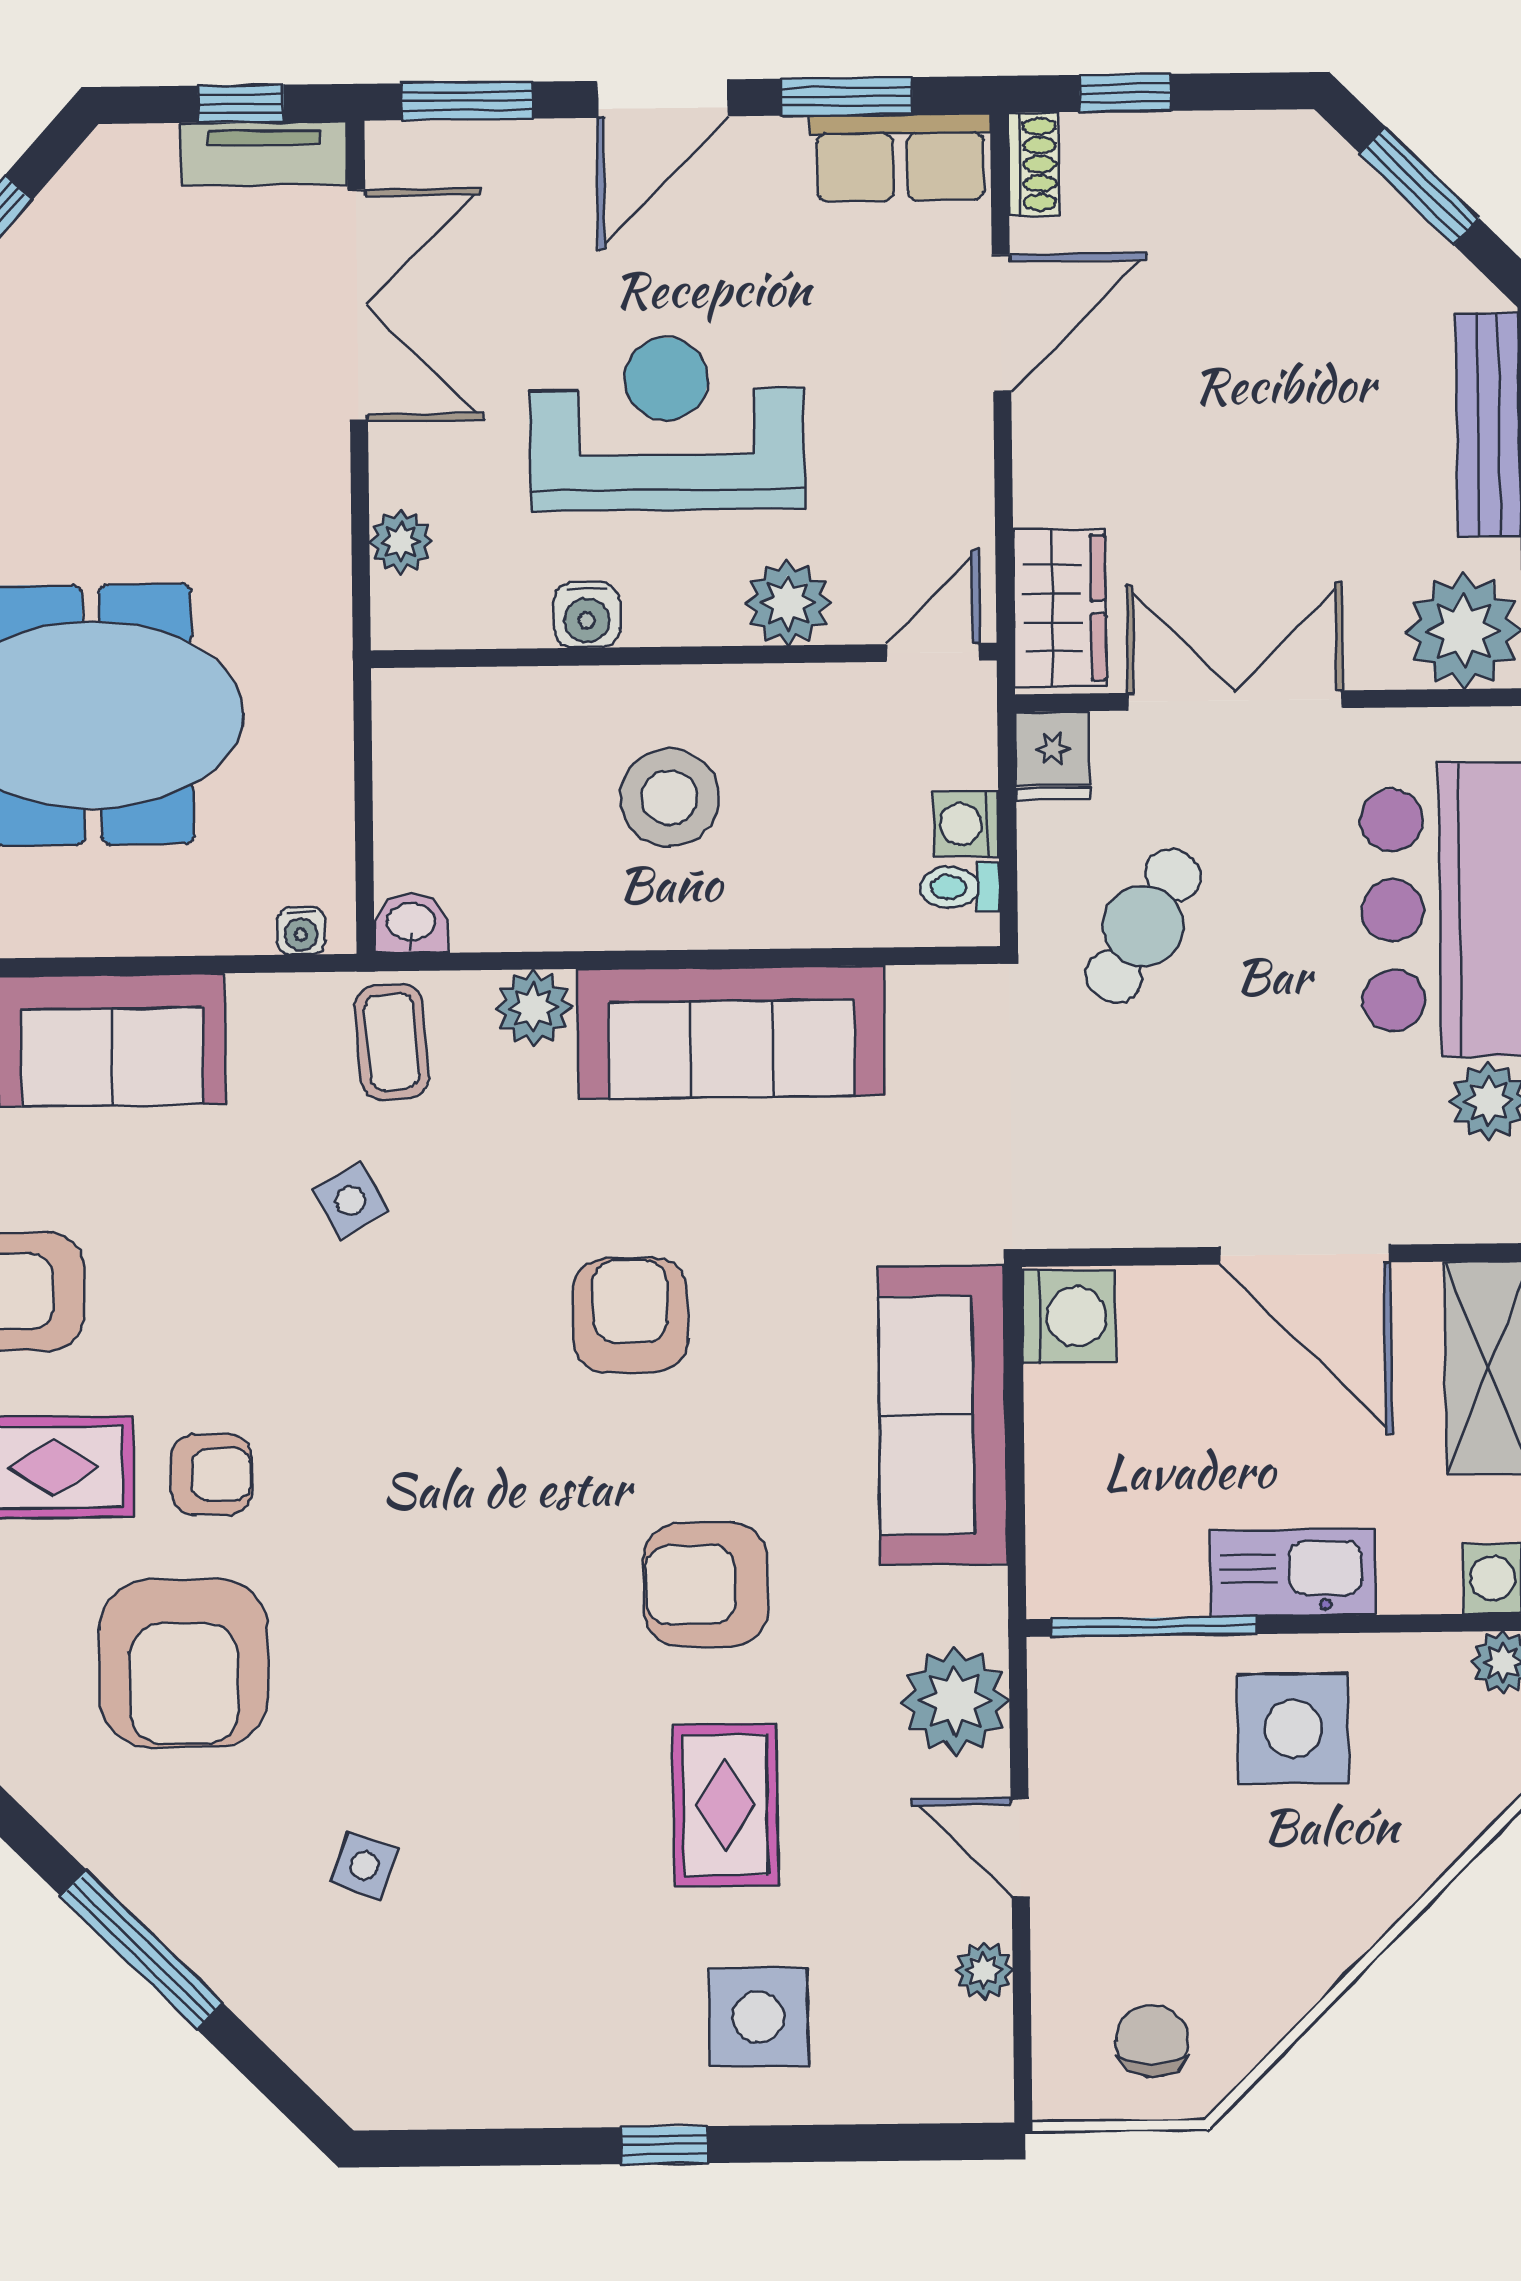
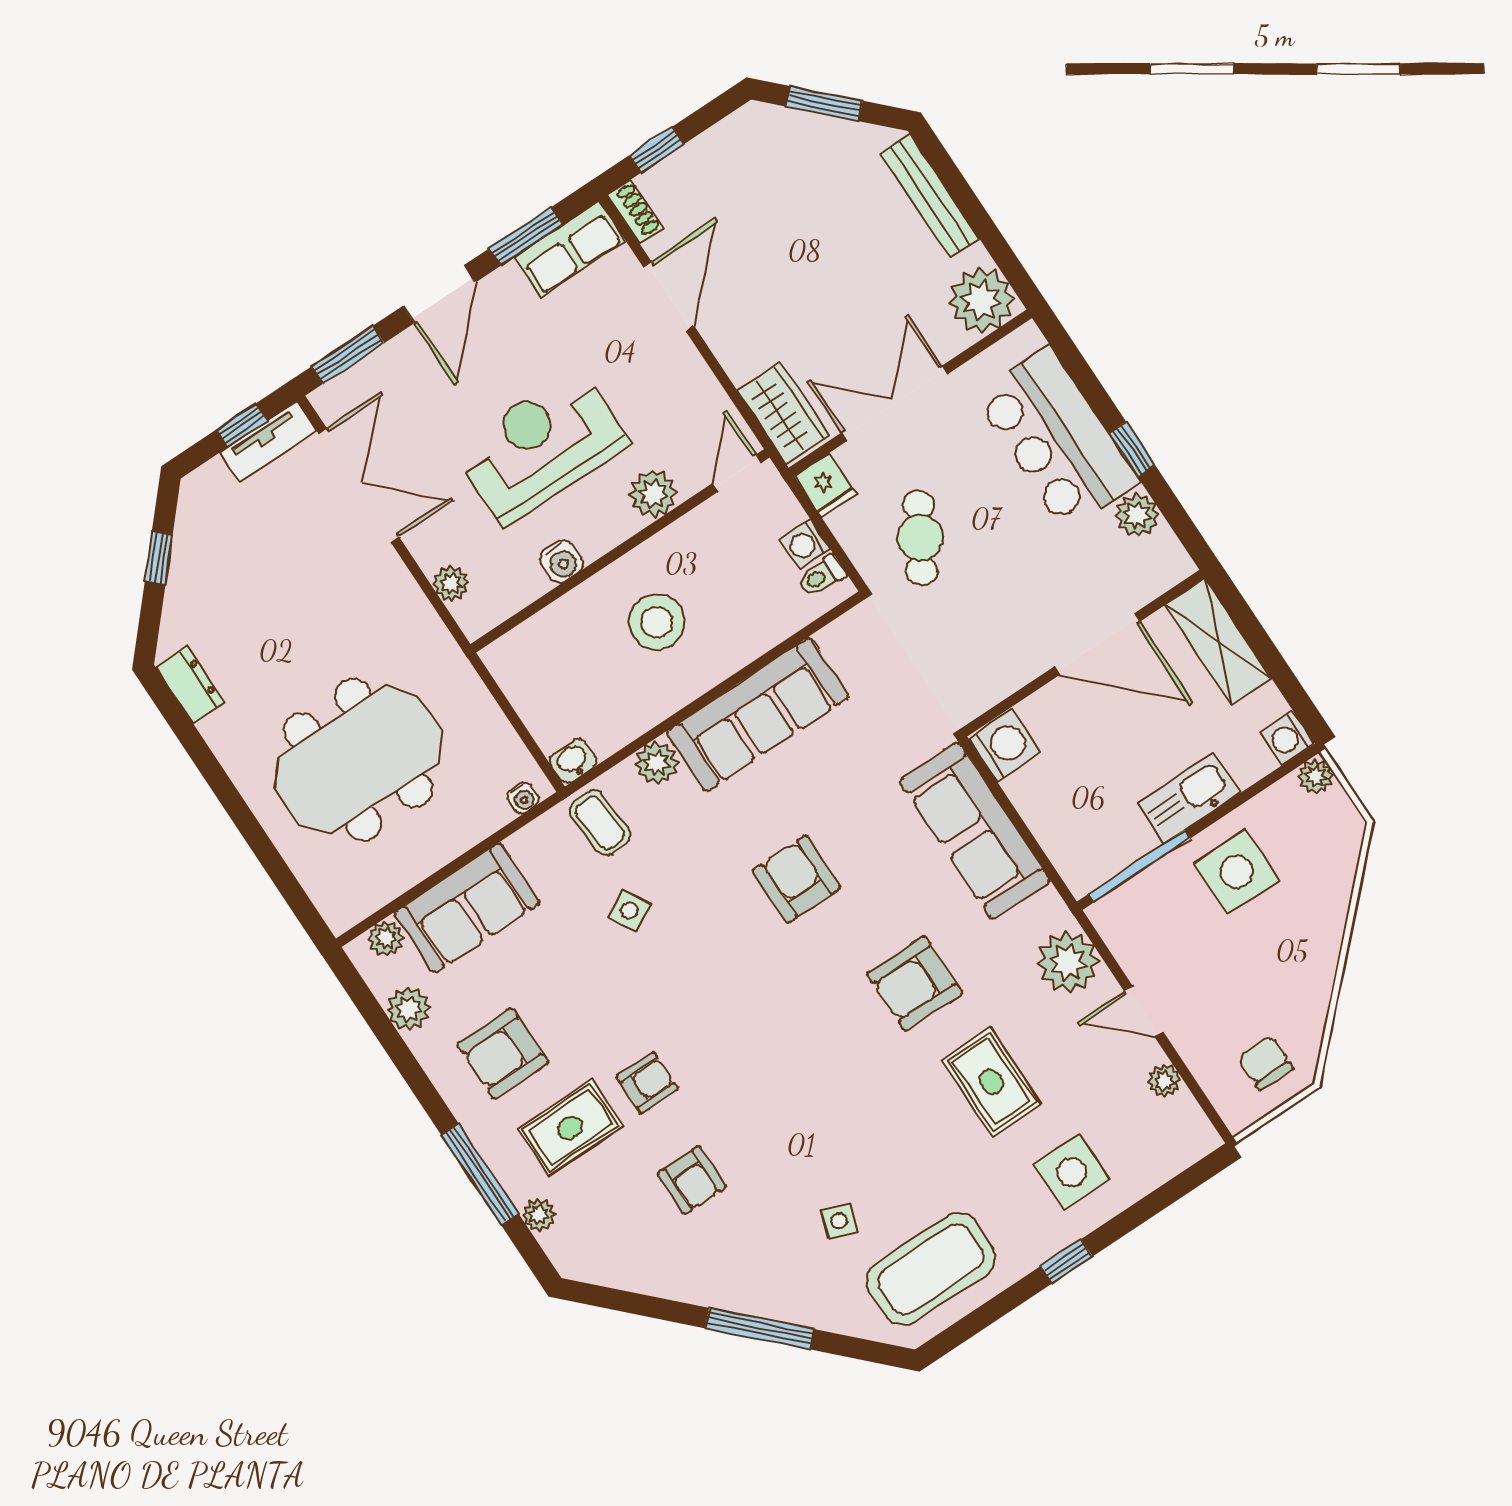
armchair: (184, 1663) -> (692, 1180), width x0.53, depth x0.53
coffee table: (455, 2026) -> (931, 1269), added

